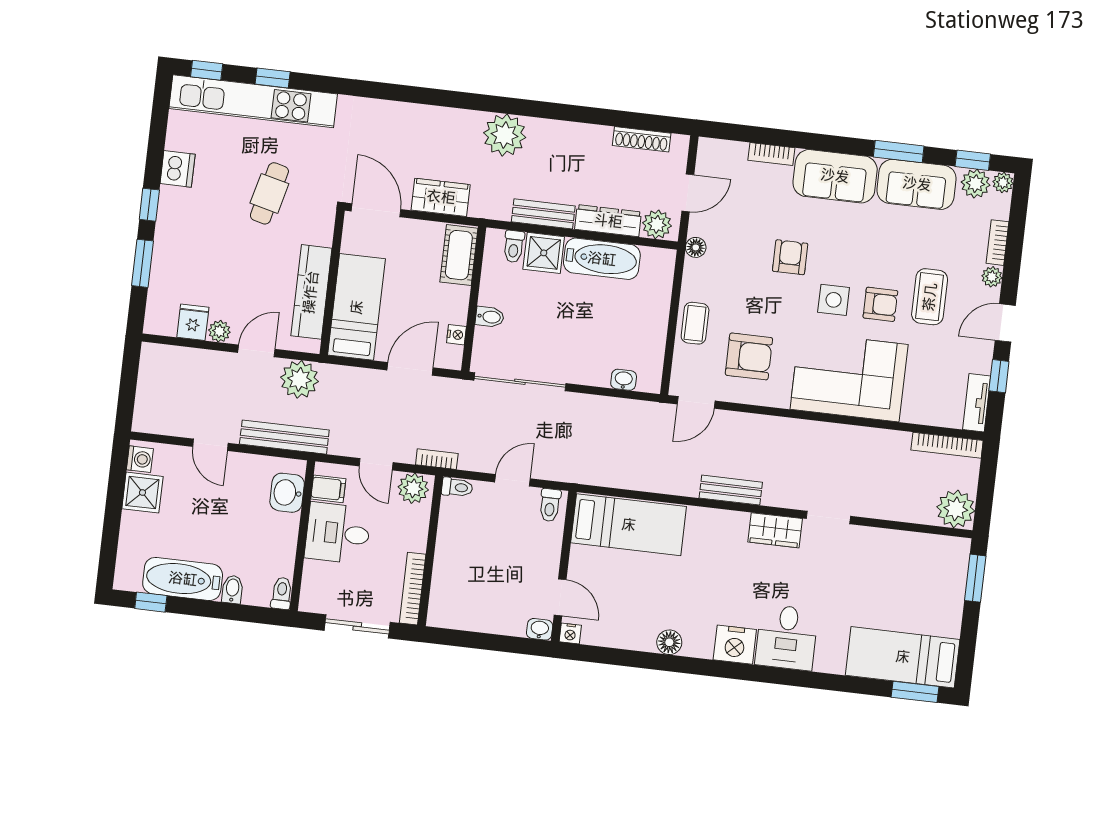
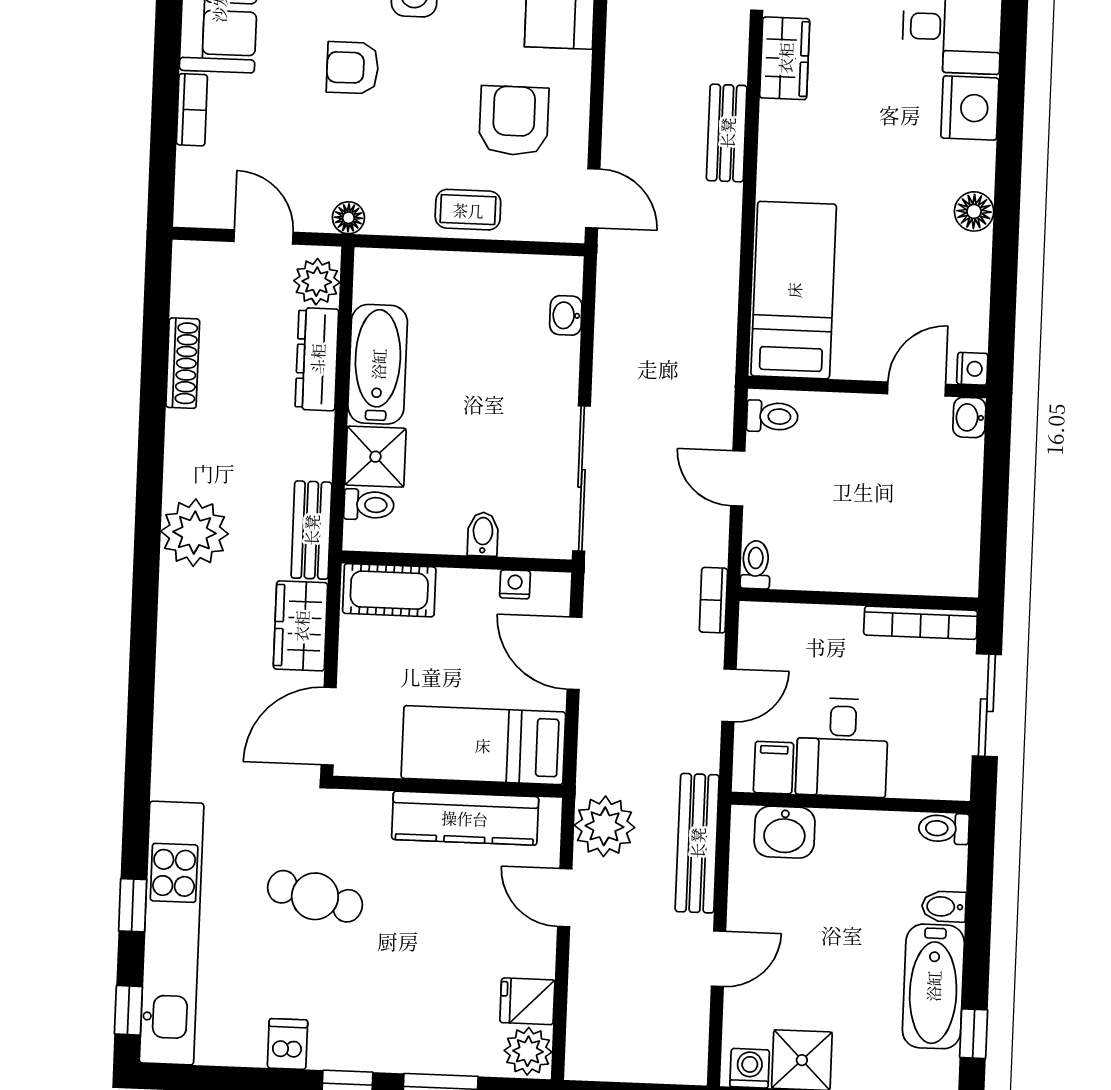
shoe rack: (642, 139) -> (183, 363), moved
dishwasher: (178, 169) -> (288, 1044), width x0.73
bench: (543, 214) -> (311, 530), moved
plant: (219, 331) -> (528, 1051), moved, width x1.38, depth x1.38
plant: (413, 488) -> (762, 634), removed

